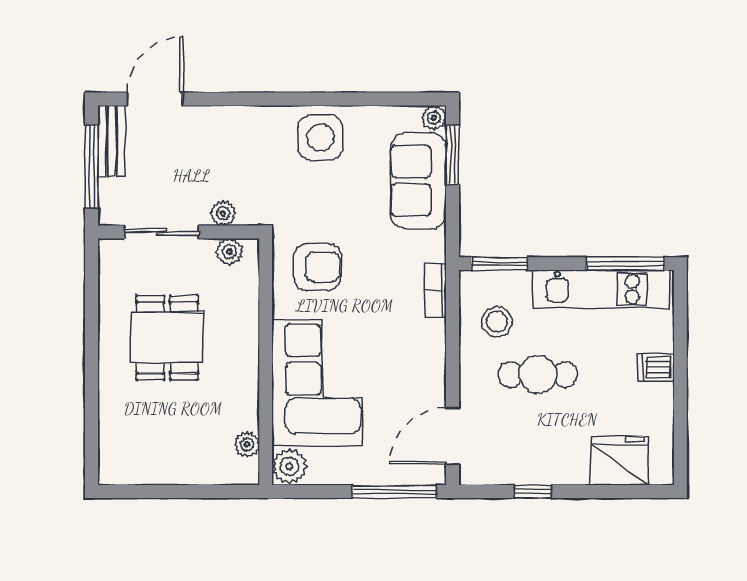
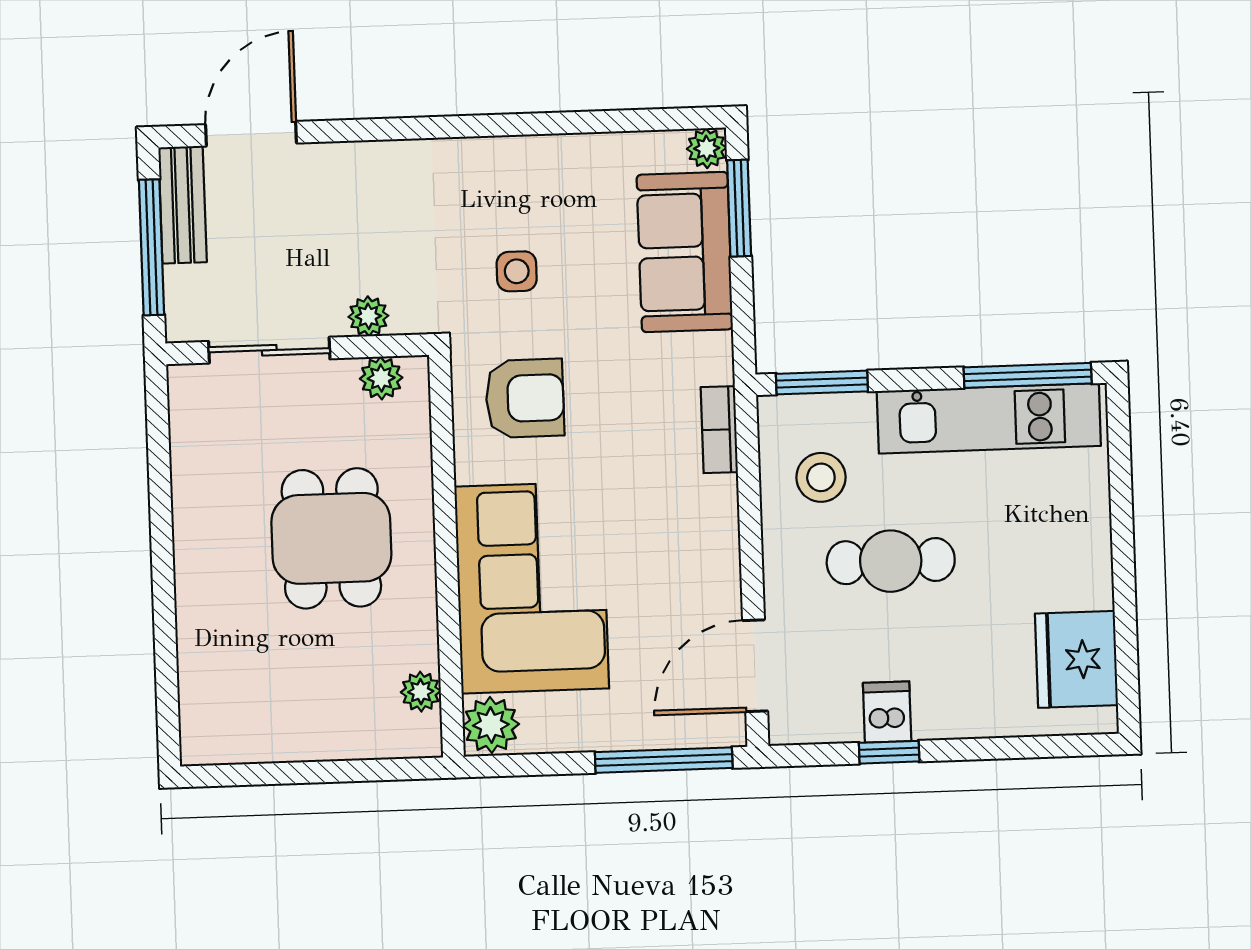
side table: (321, 138) -> (517, 271), moved, width x0.54, depth x0.54
dining table: (167, 338) -> (331, 538), moved
dishwasher: (656, 367) -> (887, 712), moved, turned 90
fridge: (620, 461) -> (1077, 659), moved, turned -90

